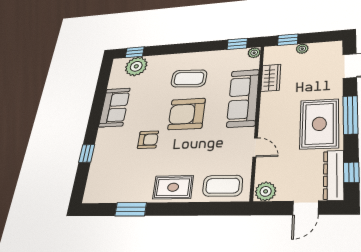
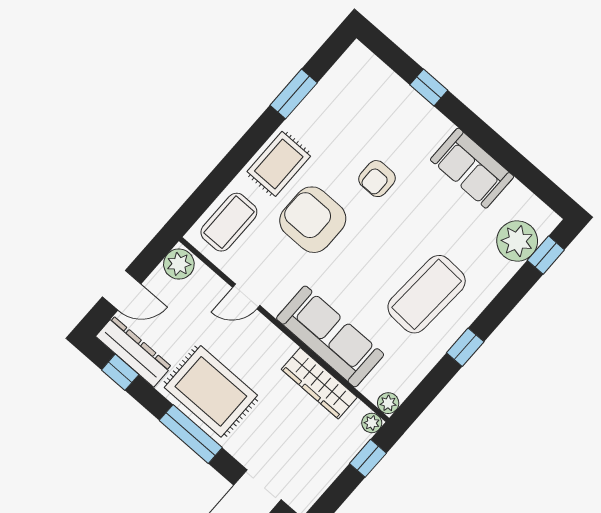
window: (237, 44) -> (465, 347), moved
plant: (302, 49) -> (372, 423), moved
coffee table: (189, 78) -> (427, 294), width x1.36, depth x1.32
wardrobe: (271, 78) -> (319, 383), width x1.50
armchair: (187, 114) -> (313, 220), moved, turned -90
door: (305, 208) -> (122, 290), swing flipped

